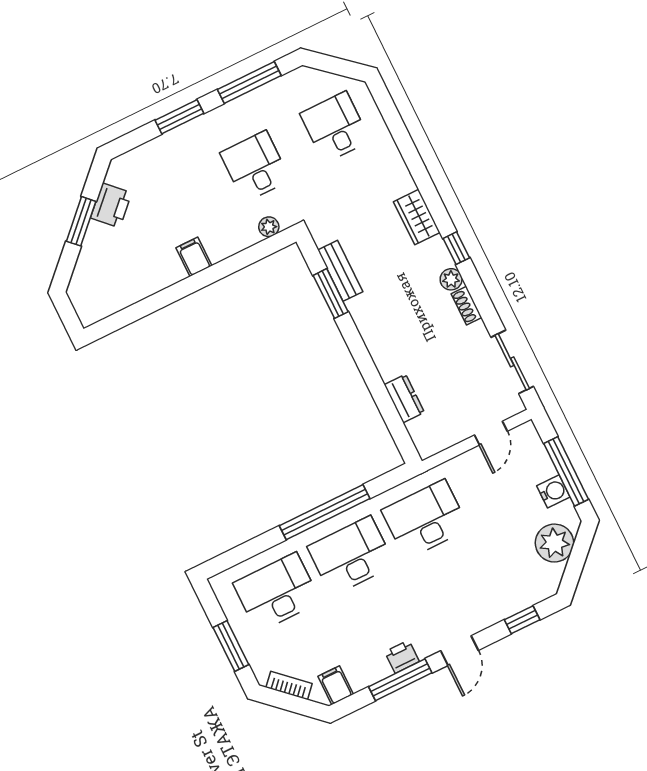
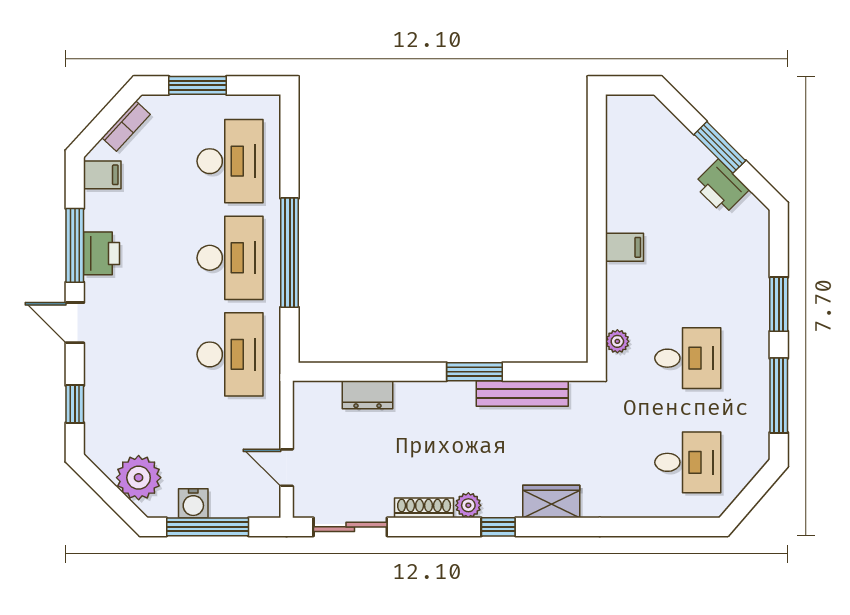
bench: (340, 271) -> (522, 394), width x1.36
window: (331, 294) -> (475, 372), moved
shoe rack: (466, 306) -> (424, 508), width x1.43
printer: (402, 657) -> (102, 253), width x1.36, depth x1.24

